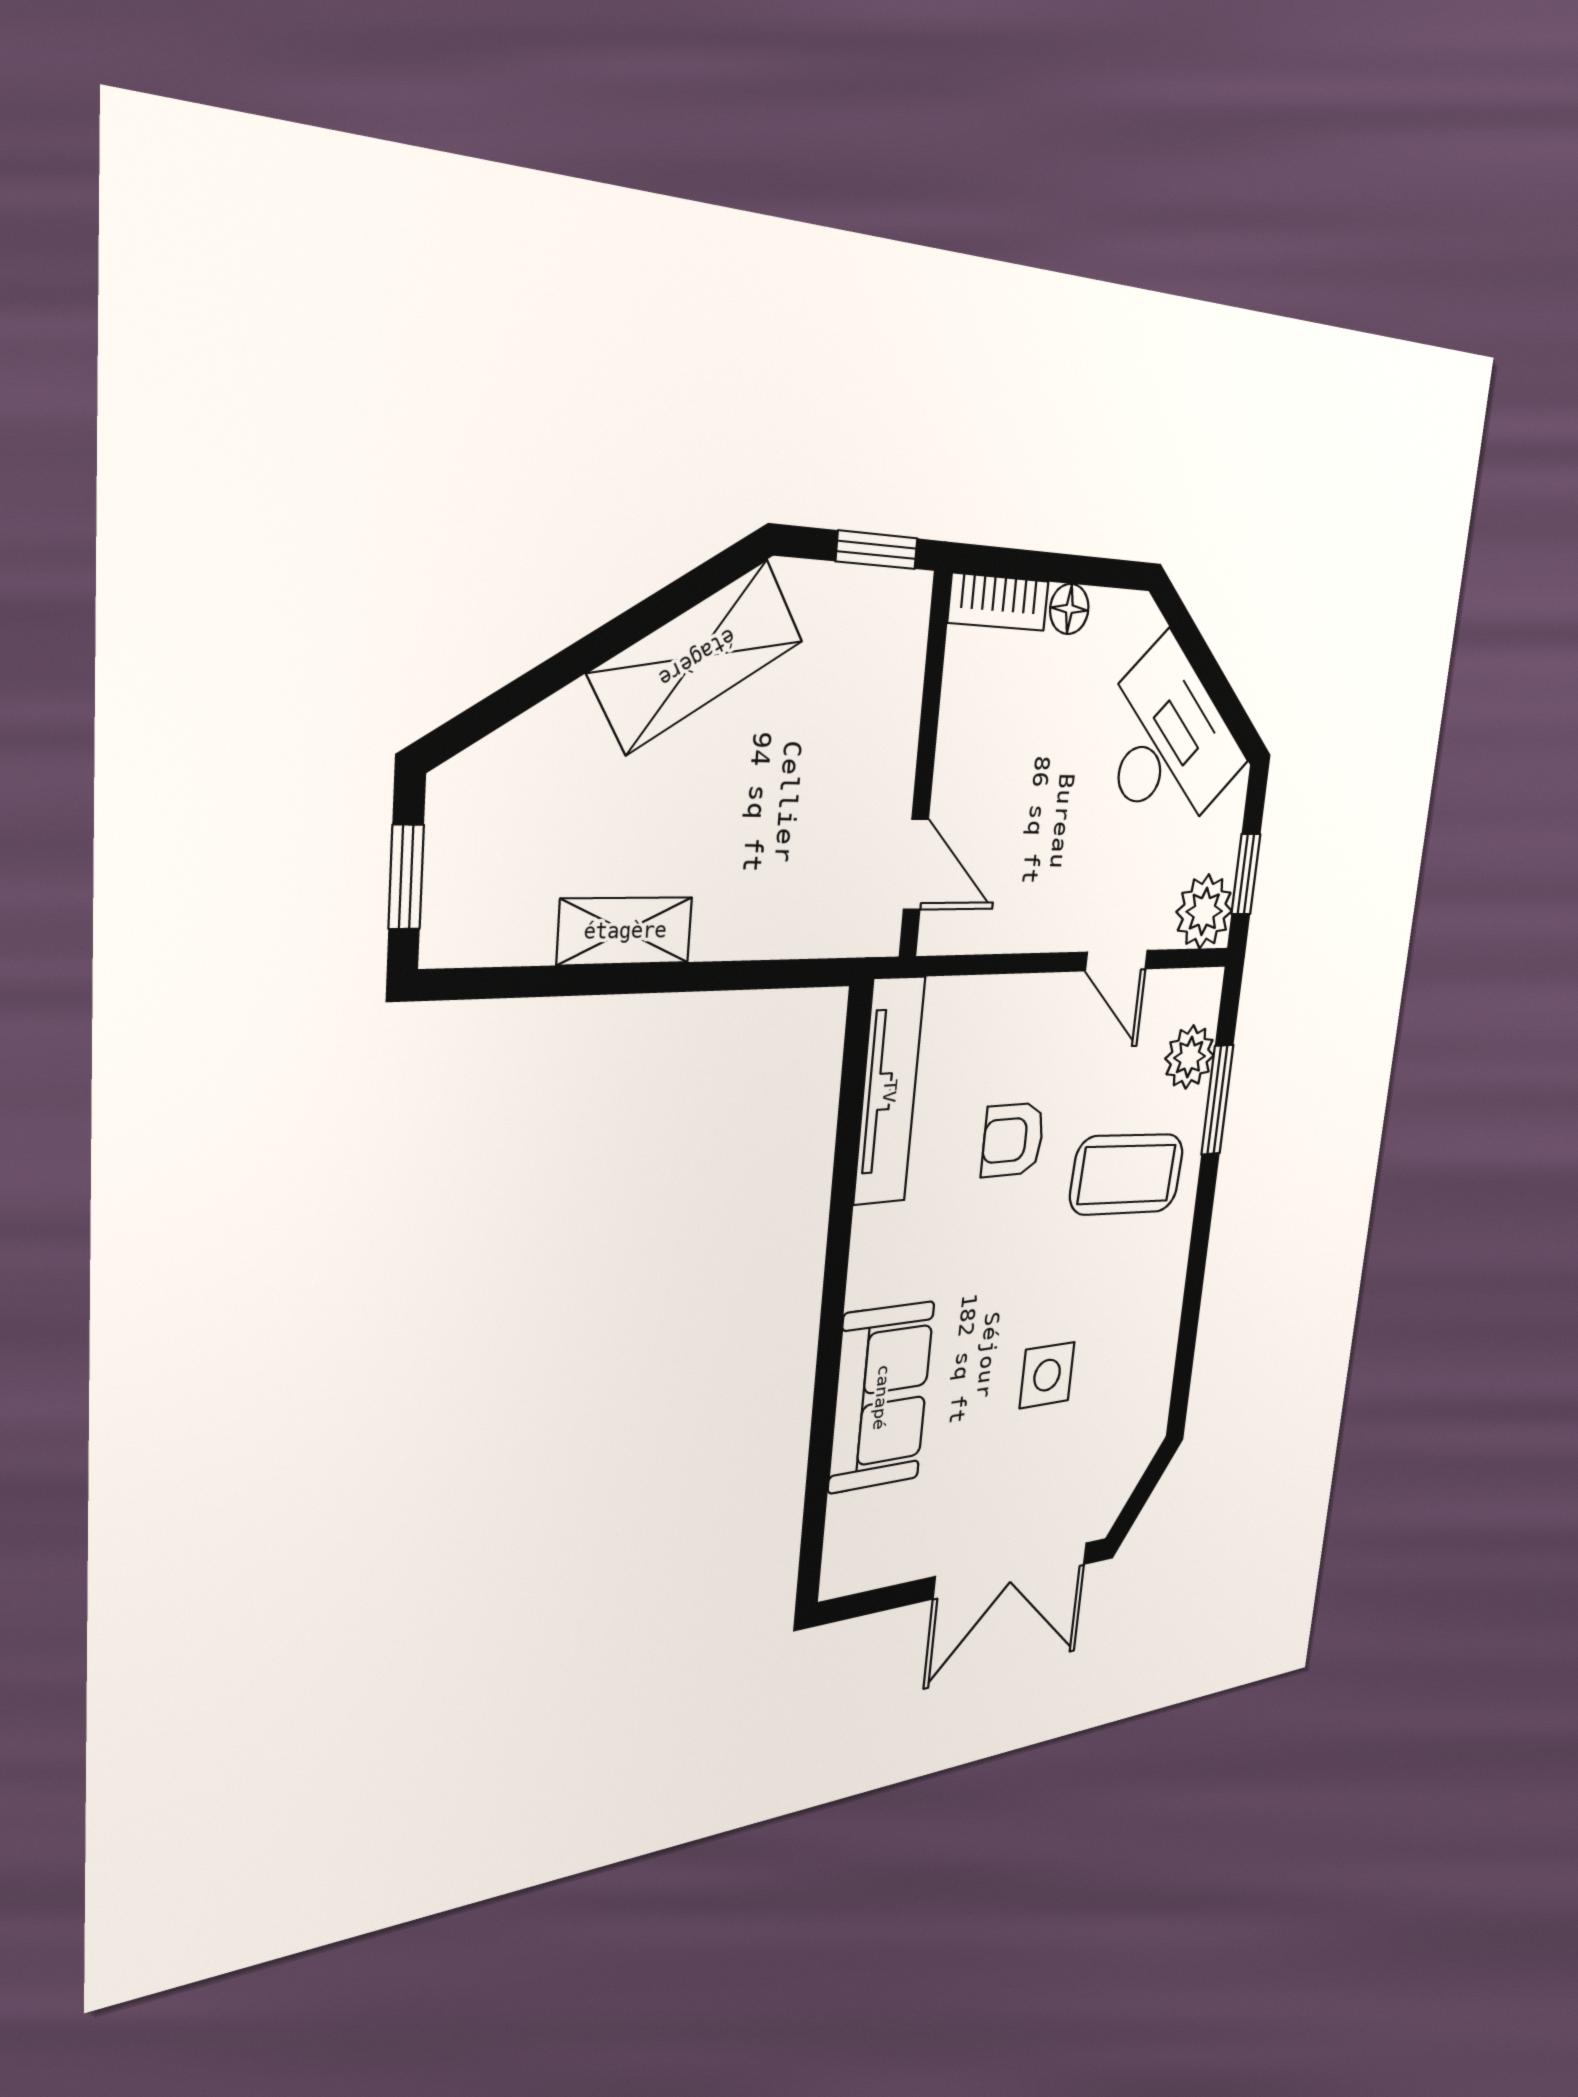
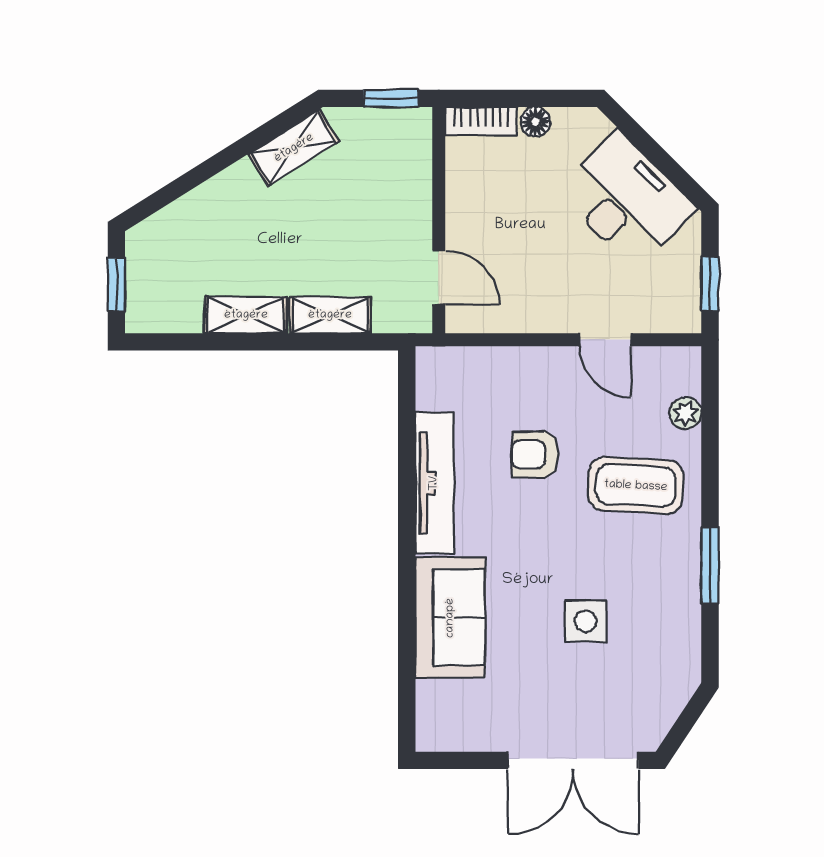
shelving: (697, 657) -> (294, 148), width x0.67, depth x0.75
plant: (1204, 911) -> (677, 308), removed
shelving: (756, 929) -> (330, 315), added
plant: (1190, 1057) -> (685, 413), width x0.73, depth x0.73
tv unit: (889, 1091) -> (434, 483), moved
window: (1217, 1100) -> (710, 565), moved

